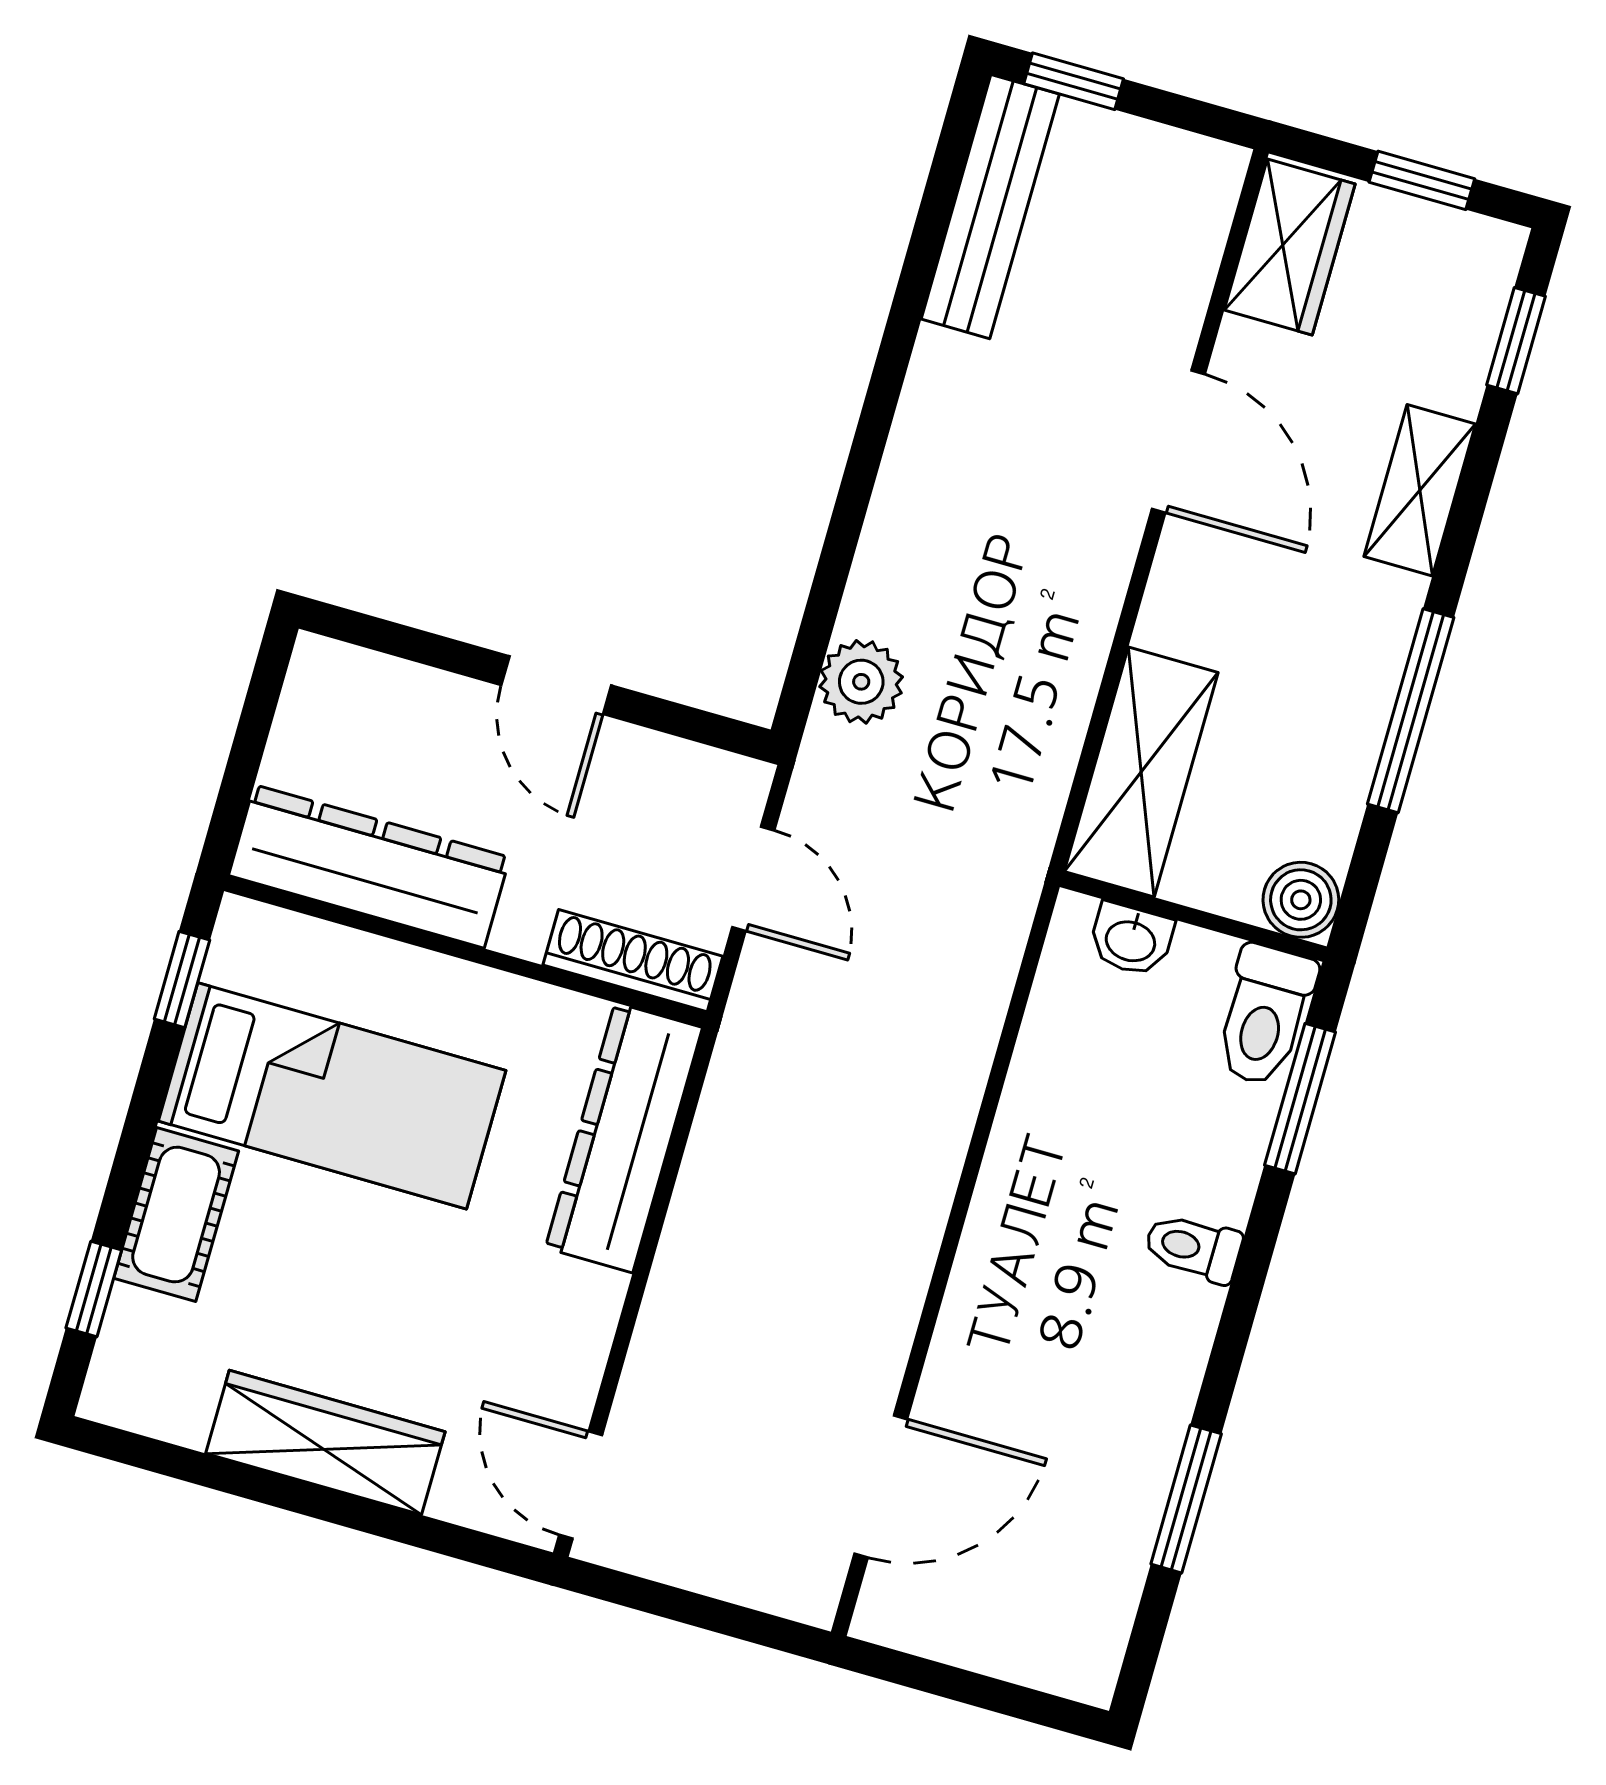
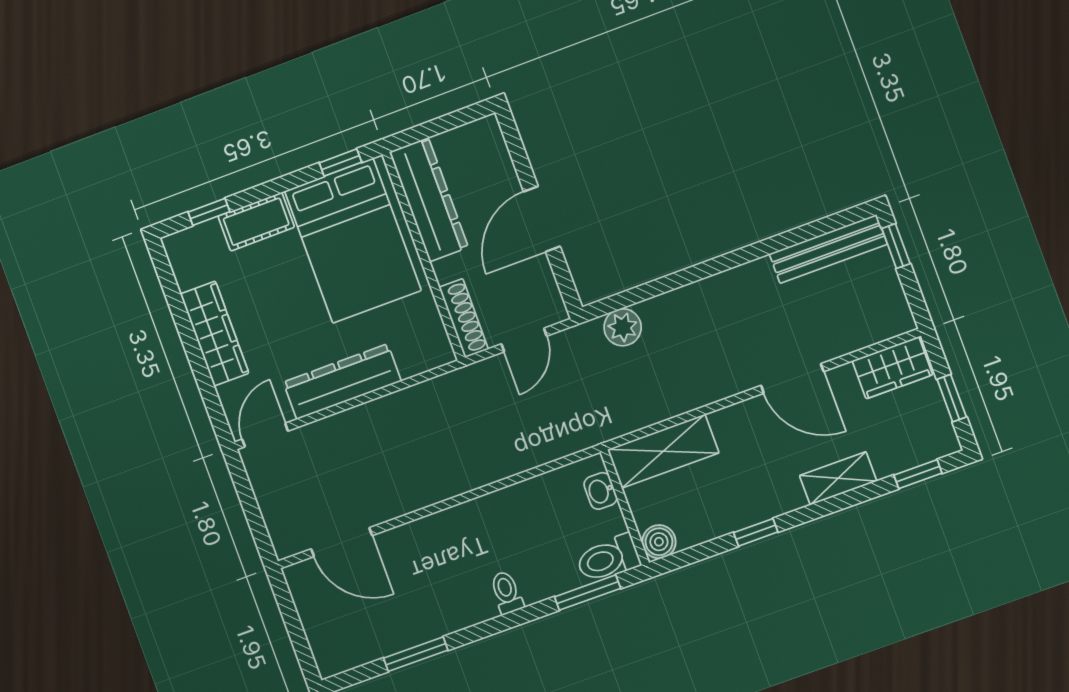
door: (1178, 442) -> (792, 379), hinge flipped
door: (556, 685) -> (542, 219), width x1.38
window: (1411, 711) -> (756, 532), width x0.46
bed: (332, 1096) -> (353, 241), width x1.50
dresser: (624, 1138) -> (342, 382), moved

